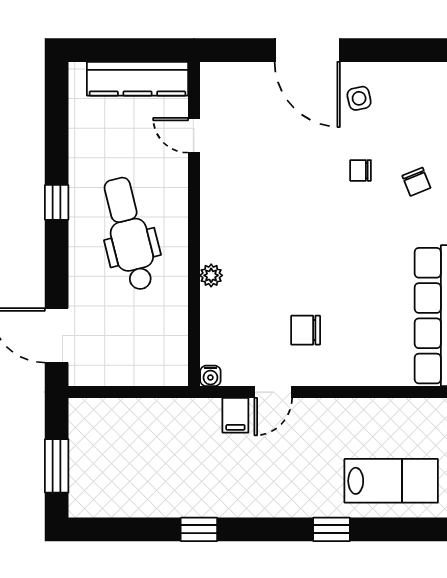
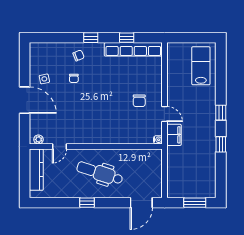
door: (307, 50) -> (25, 100), hinge flipped
dental chair: (129, 234) -> (100, 173), turned 32
plant: (211, 275) -> (38, 139), moved
filing cabinet: (235, 415) -> (174, 135), width x2.00
window: (331, 529) -> (221, 113), moved

